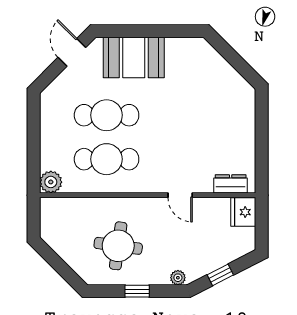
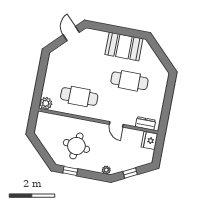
booth: (134, 58) -> (124, 47), moved
cafe table: (107, 115) -> (129, 81), moved
window: (137, 291) -> (70, 171), moved

